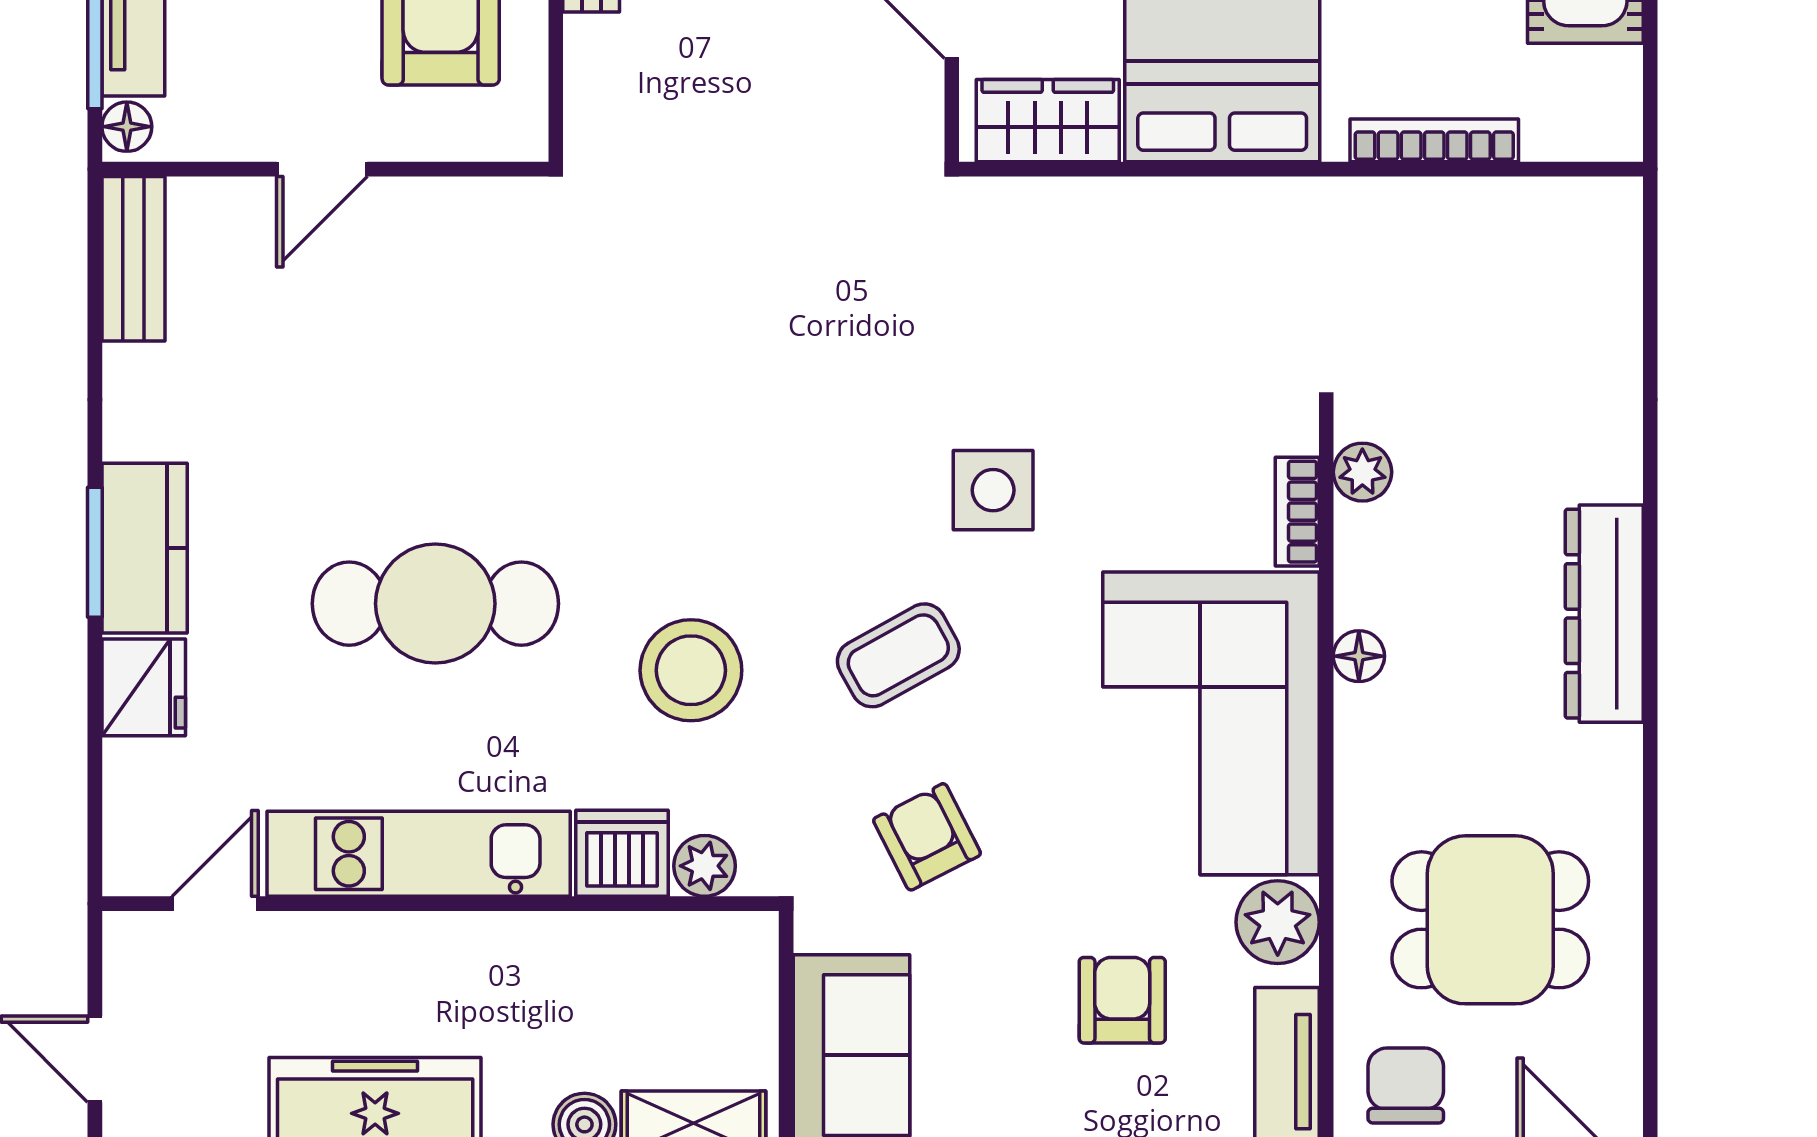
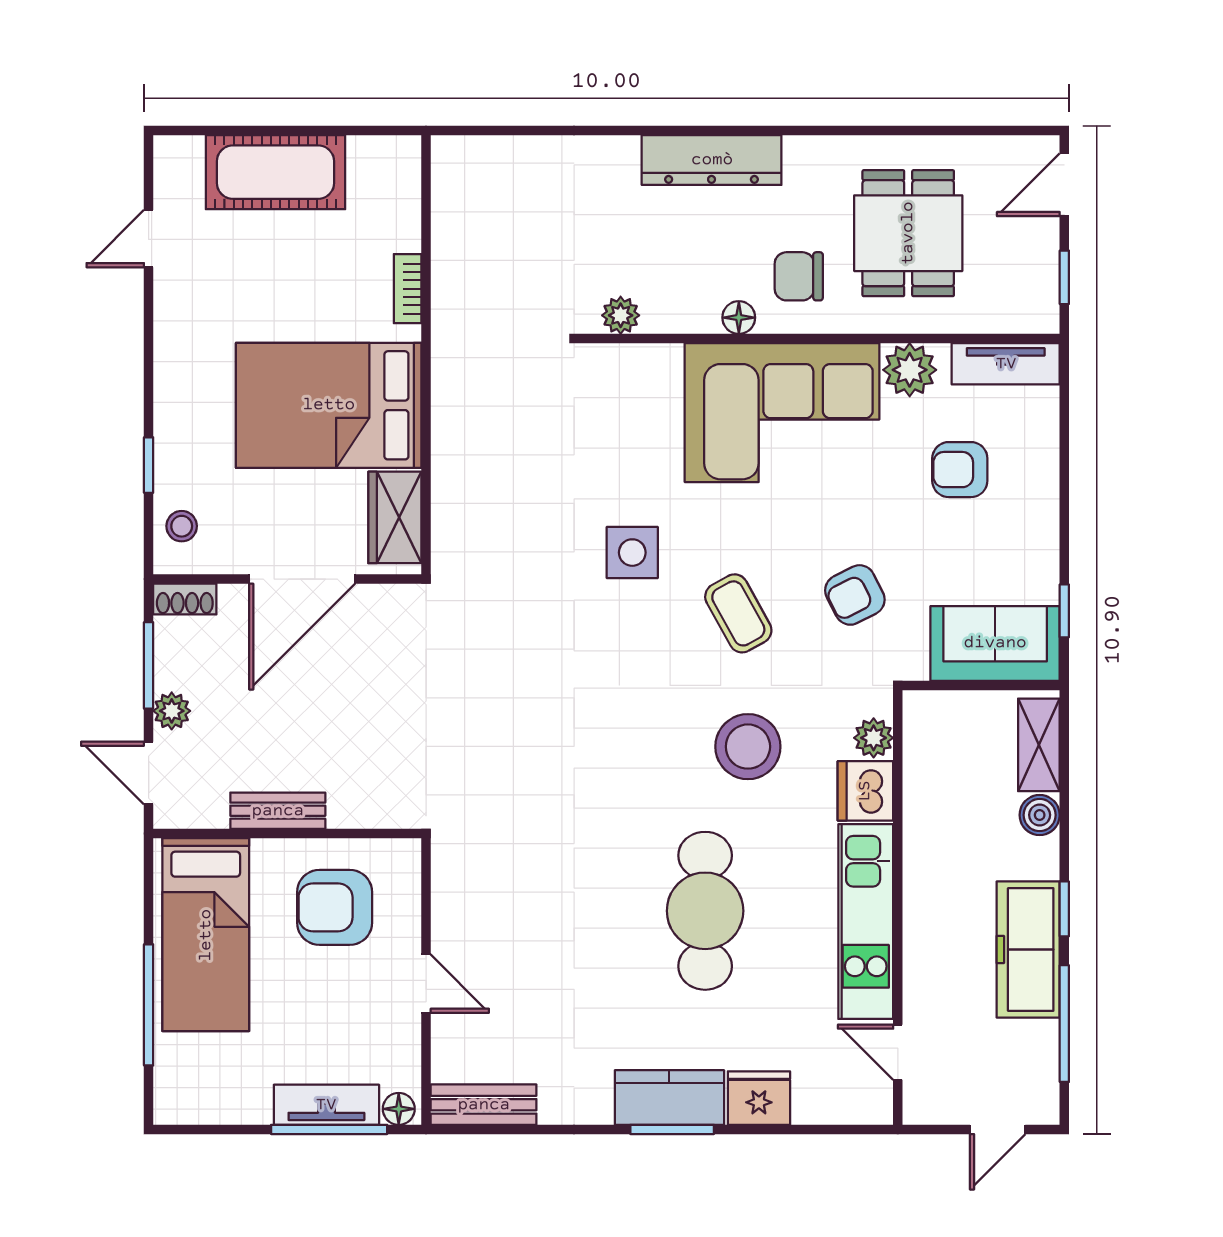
bookcase: (1434, 140) -> (408, 289), width x0.64
bookcase: (1297, 512) -> (646, 357), removed
chair: (1406, 1086) -> (799, 276), moved

